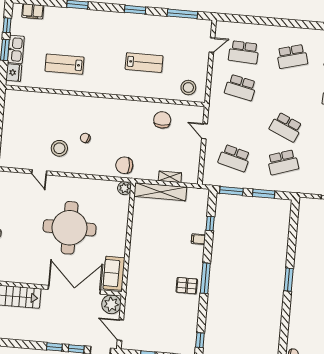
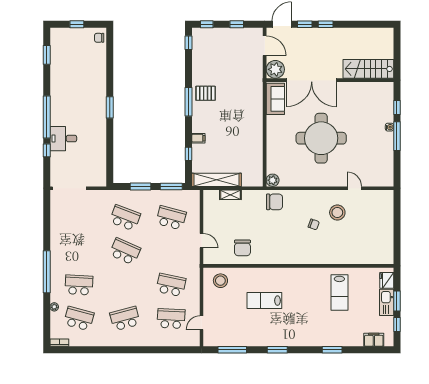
lab bench: (65, 64) -> (339, 293), turned 90
school desk: (283, 162) -> (125, 218), turned 39
shelving: (160, 192) -> (217, 180), moved

